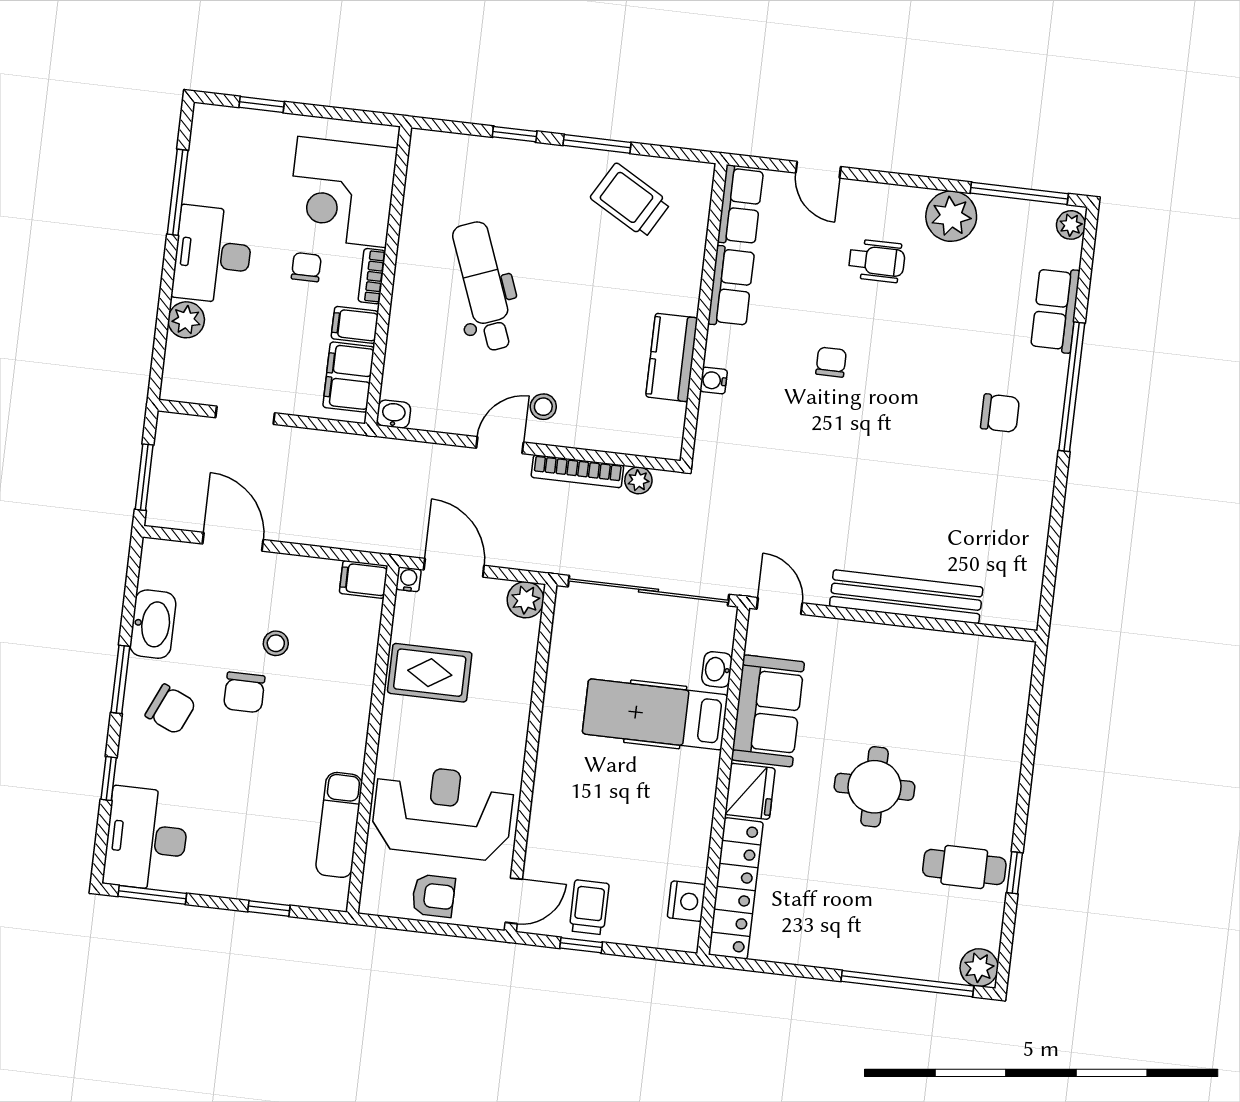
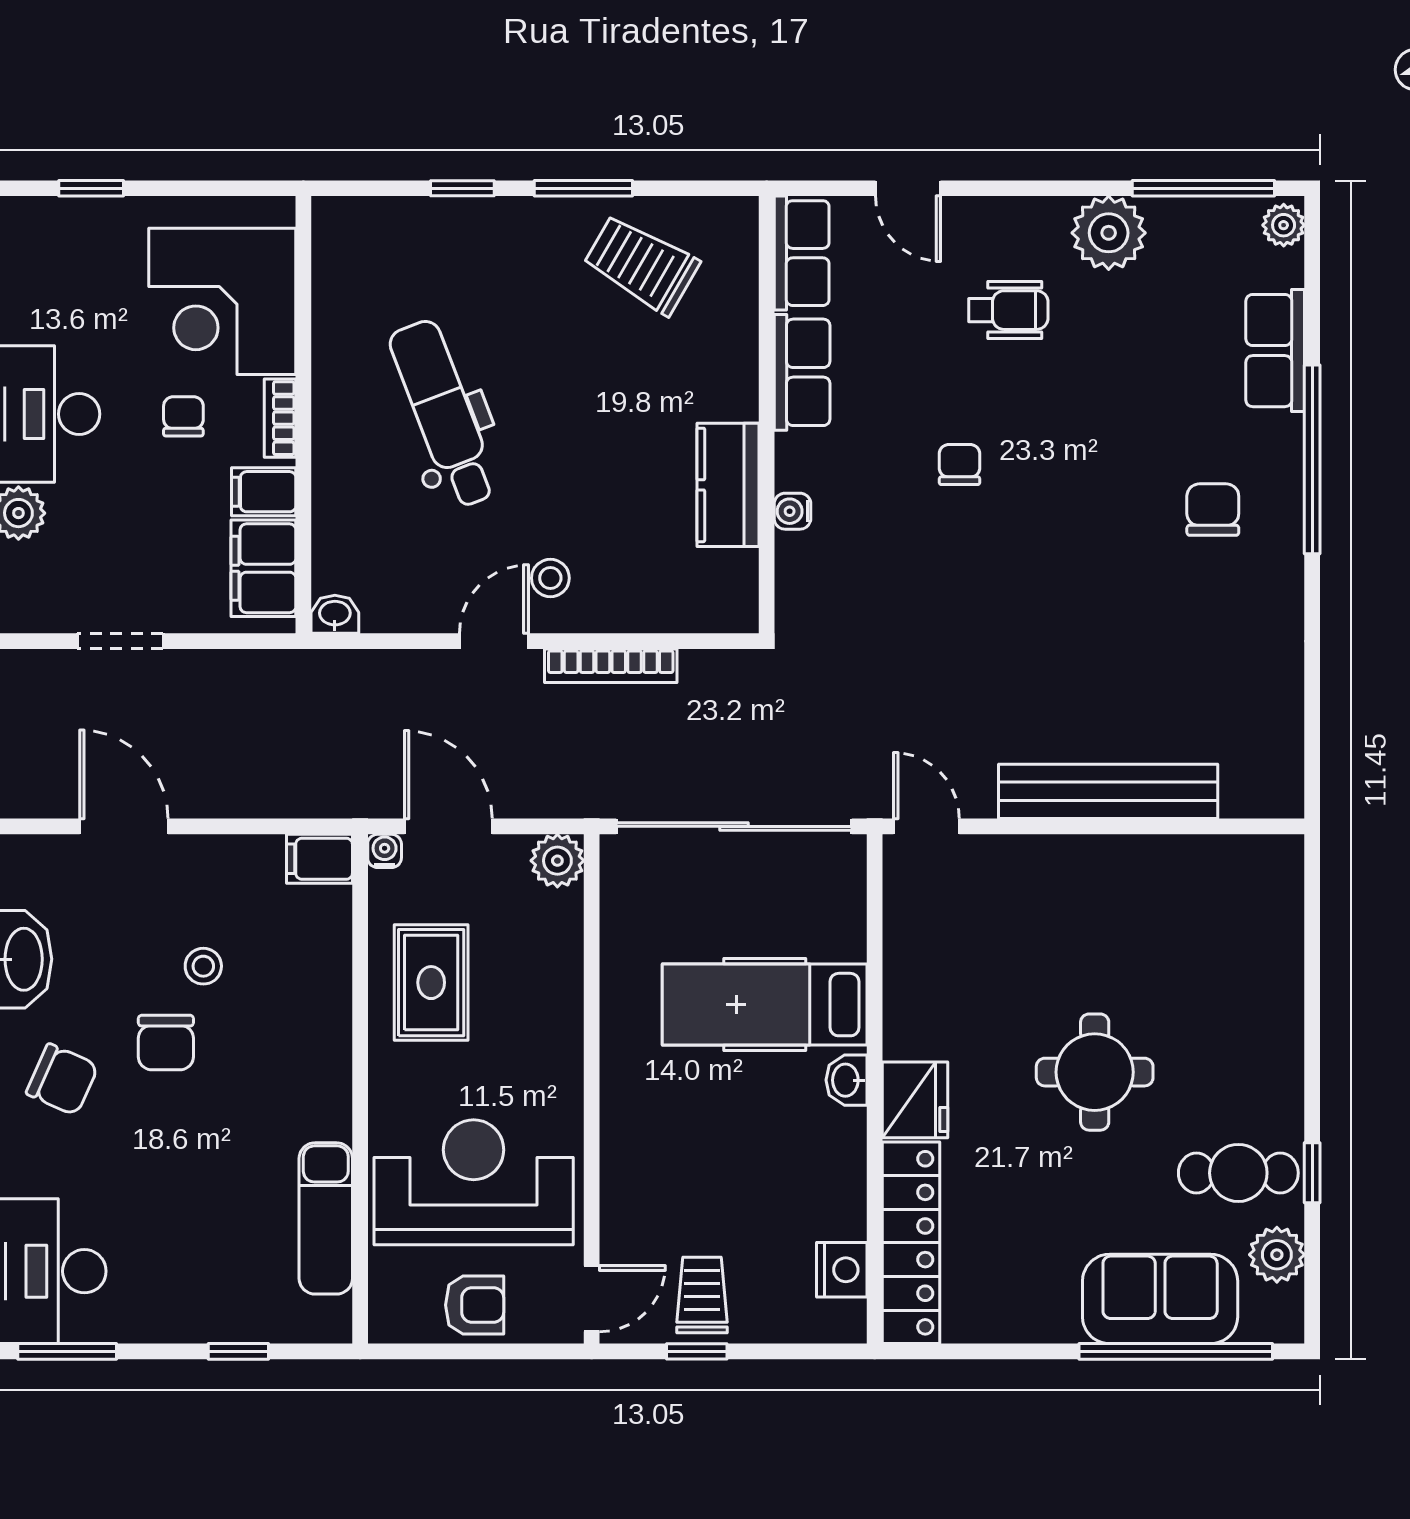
chair: (1000, 413) -> (1213, 510), turned -90
plant: (638, 480) -> (701, 669), removed
washbasin: (717, 669) -> (847, 1080), moved
rug: (430, 673) -> (431, 983), turned 90
sofa: (768, 711) -> (1160, 1299), moved, turned -90
plant: (979, 968) -> (1277, 1255), moved

